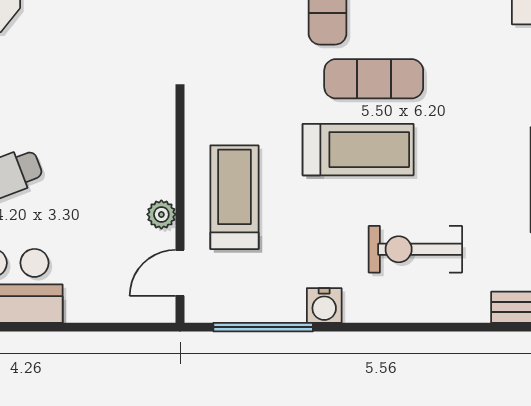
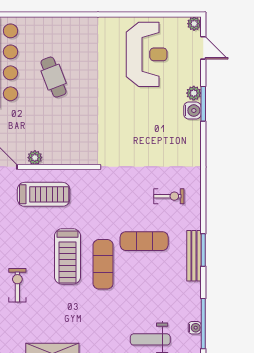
exercise bike: (415, 249) -> (17, 285), width x0.73, depth x0.72

